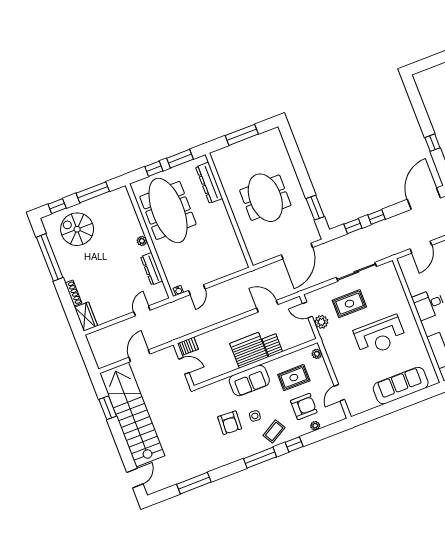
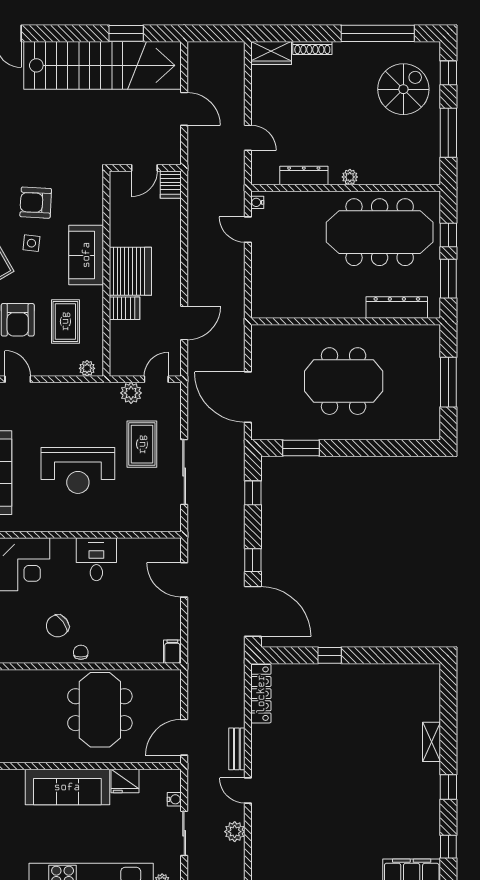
window: (377, 217) -> (253, 560), moved
reception desk: (380, 336) -> (78, 470), turned -90

